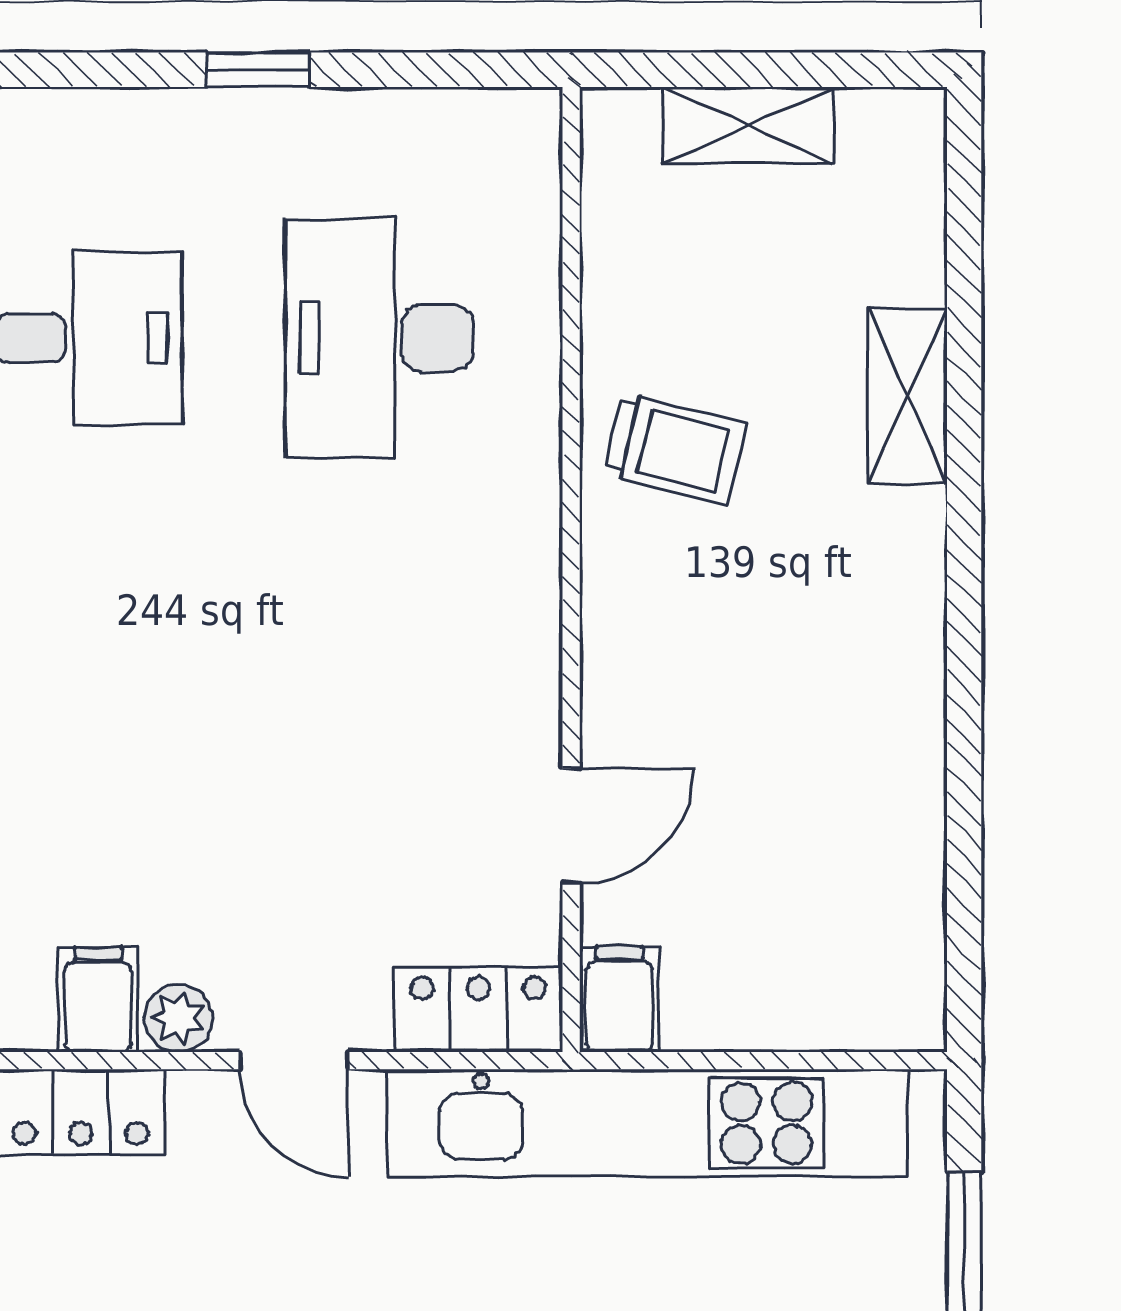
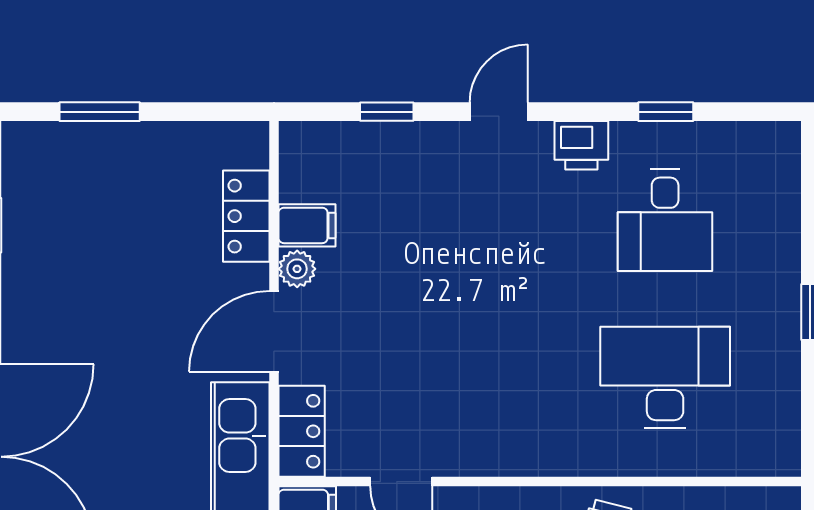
door: (294, 1061) -> (274, 331), width x1.38

